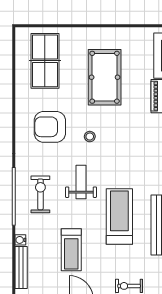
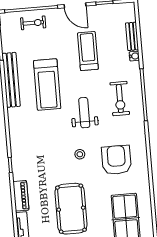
armchair: (50, 127) -> (116, 160), turned -90
weight bench: (81, 182) -> (84, 113), turned 180
bench: (21, 268) -> (132, 36), width x0.73

